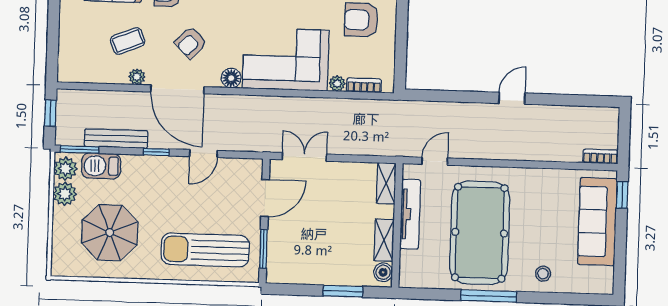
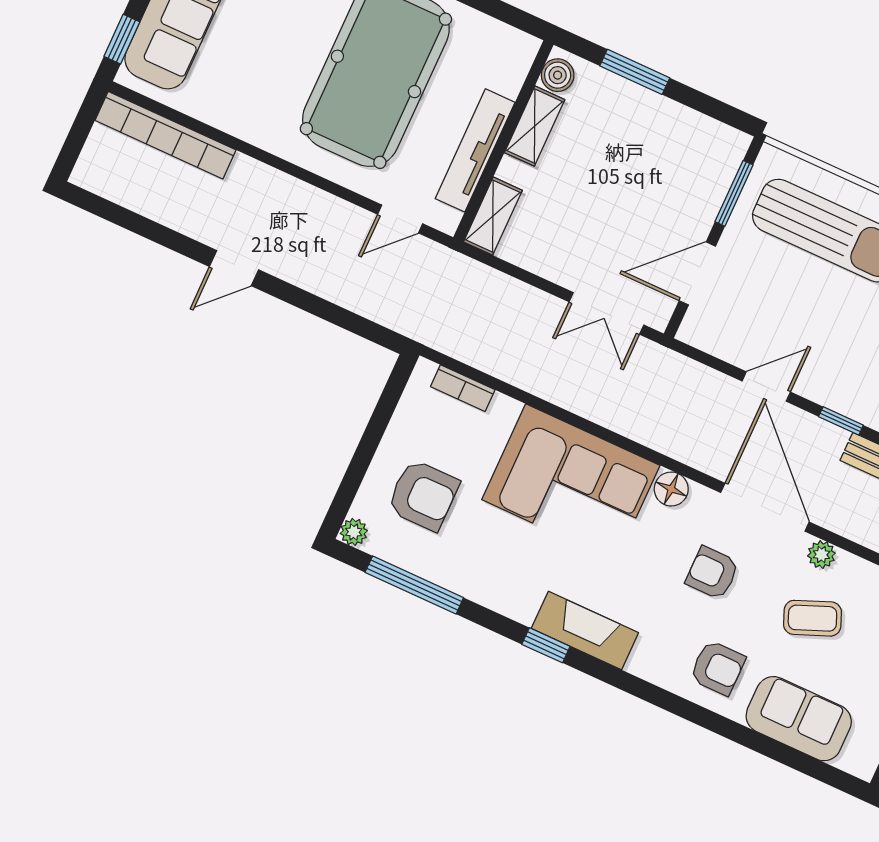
armchair: (191, 43) -> (712, 573), turned -135
plant: (337, 84) -> (505, 409), removed
bookcase: (601, 157) -> (165, 135), width x2.31, depth x1.31

